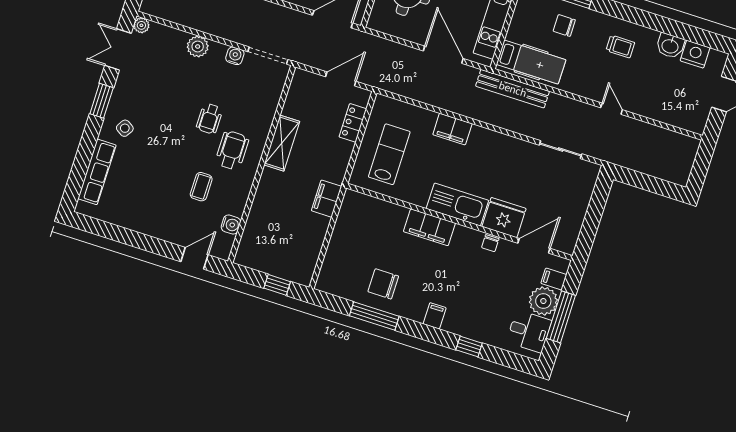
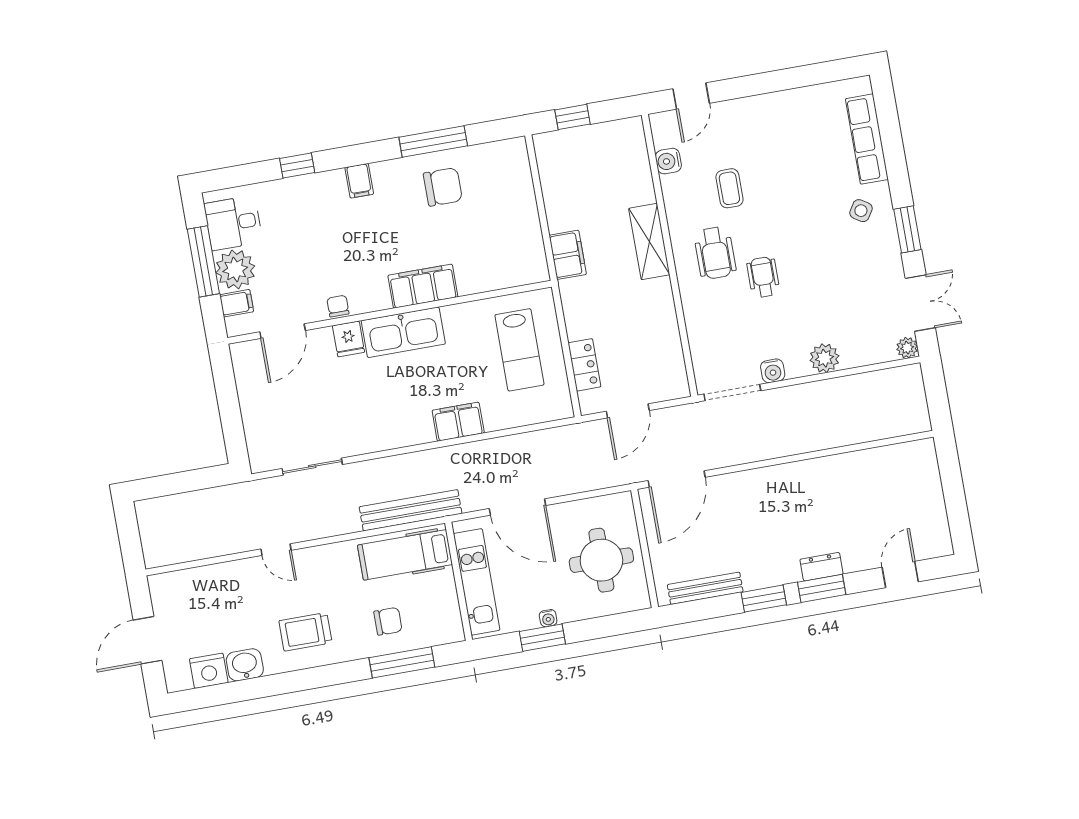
trolley: (620, 46) -> (305, 632), width x1.36, depth x1.39
shelving: (282, 143) -> (649, 242), moved
fridge: (504, 218) -> (348, 339), width x0.53, depth x0.75

